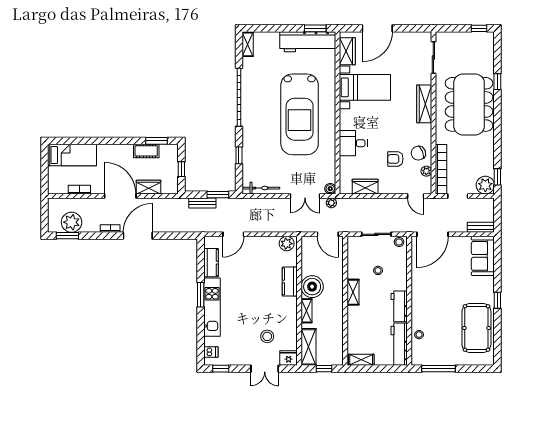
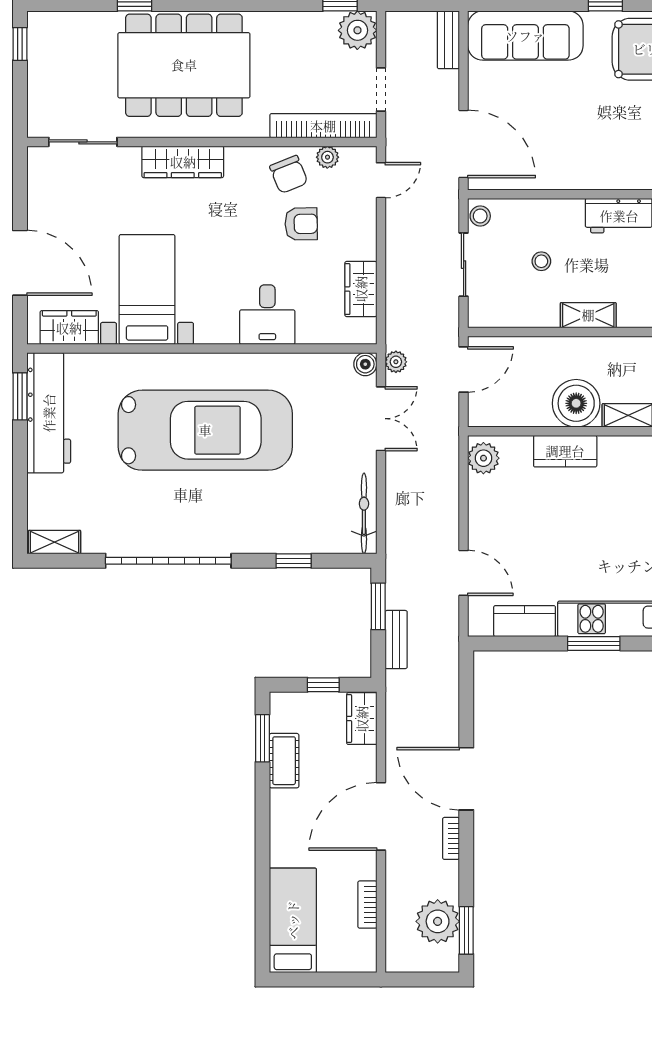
armchair: (395, 159) -> (301, 224), turned -91
wardrobe: (149, 187) -> (362, 719), moved
sofa: (483, 256) -> (525, 36), width x1.36

